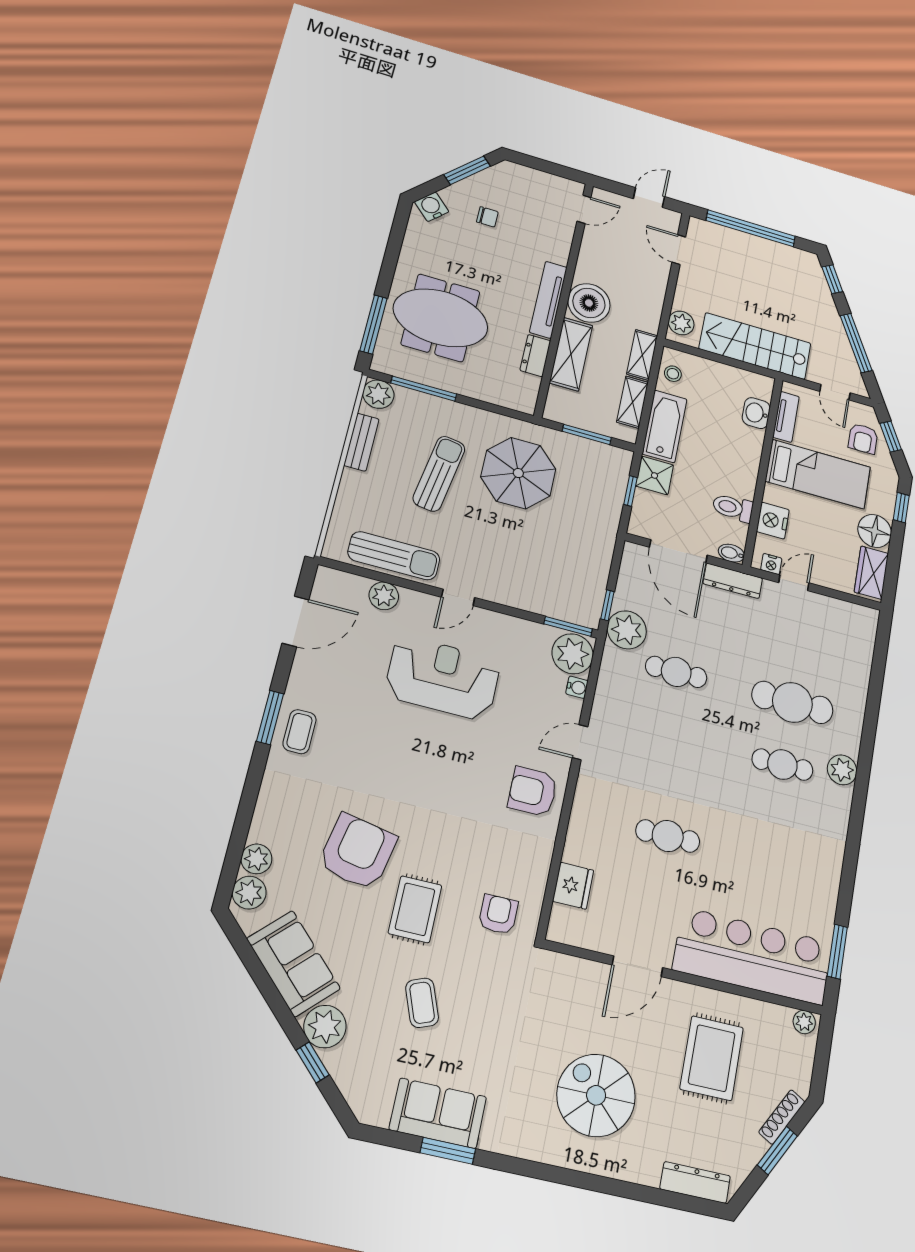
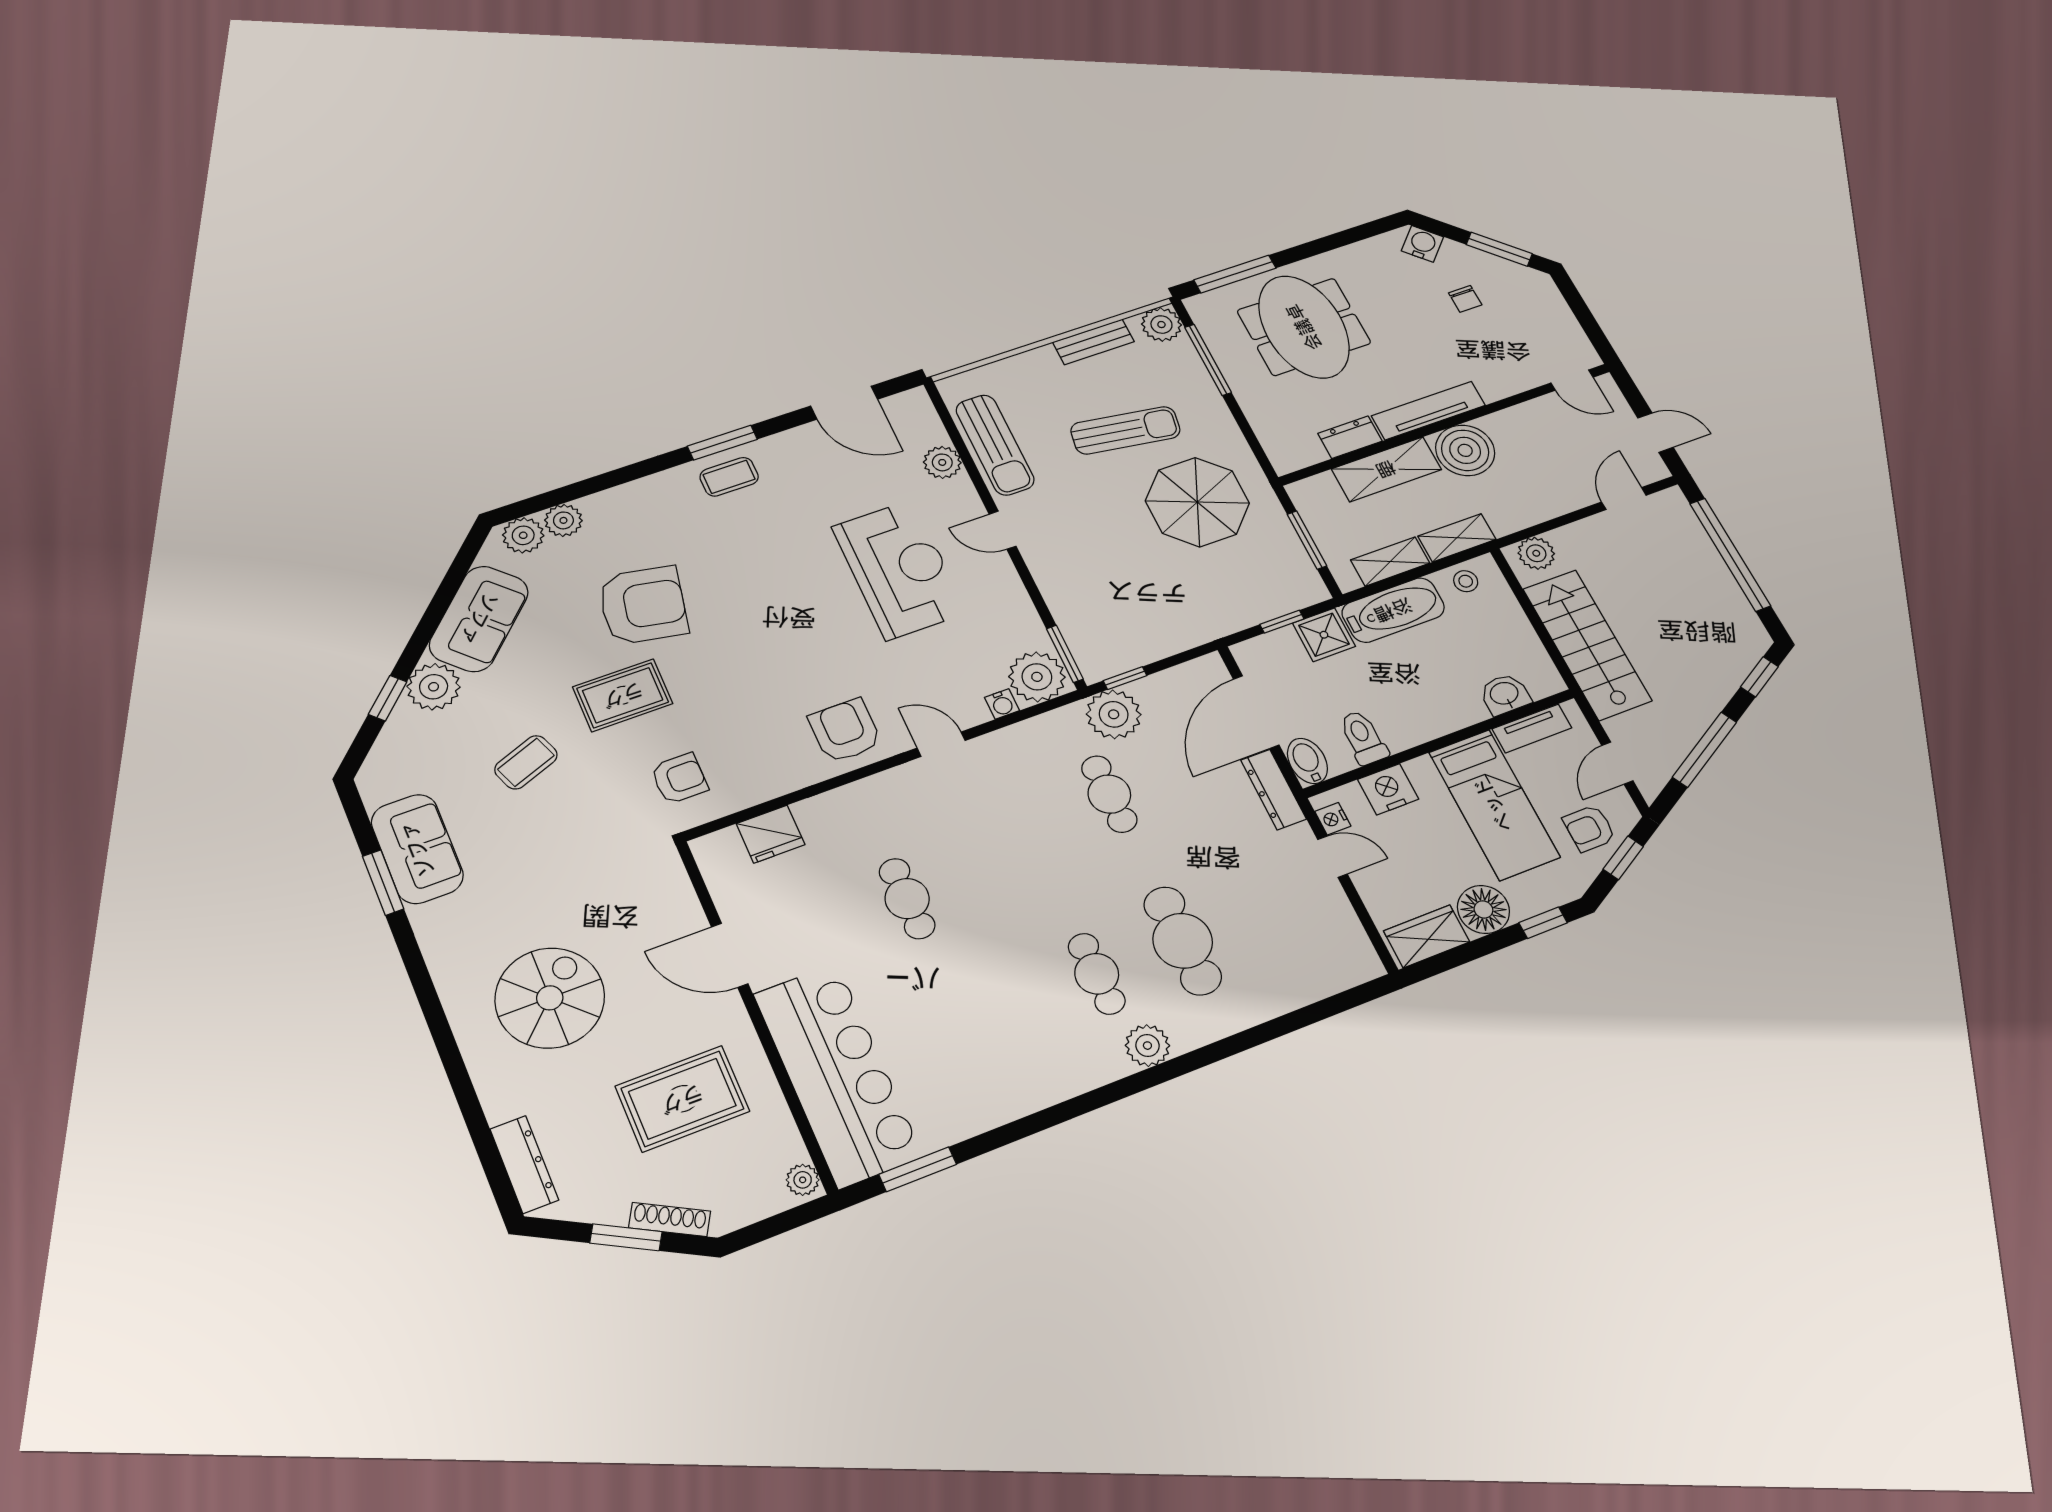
bidet: (731, 553) -> (1307, 761), width x1.38, depth x1.36

